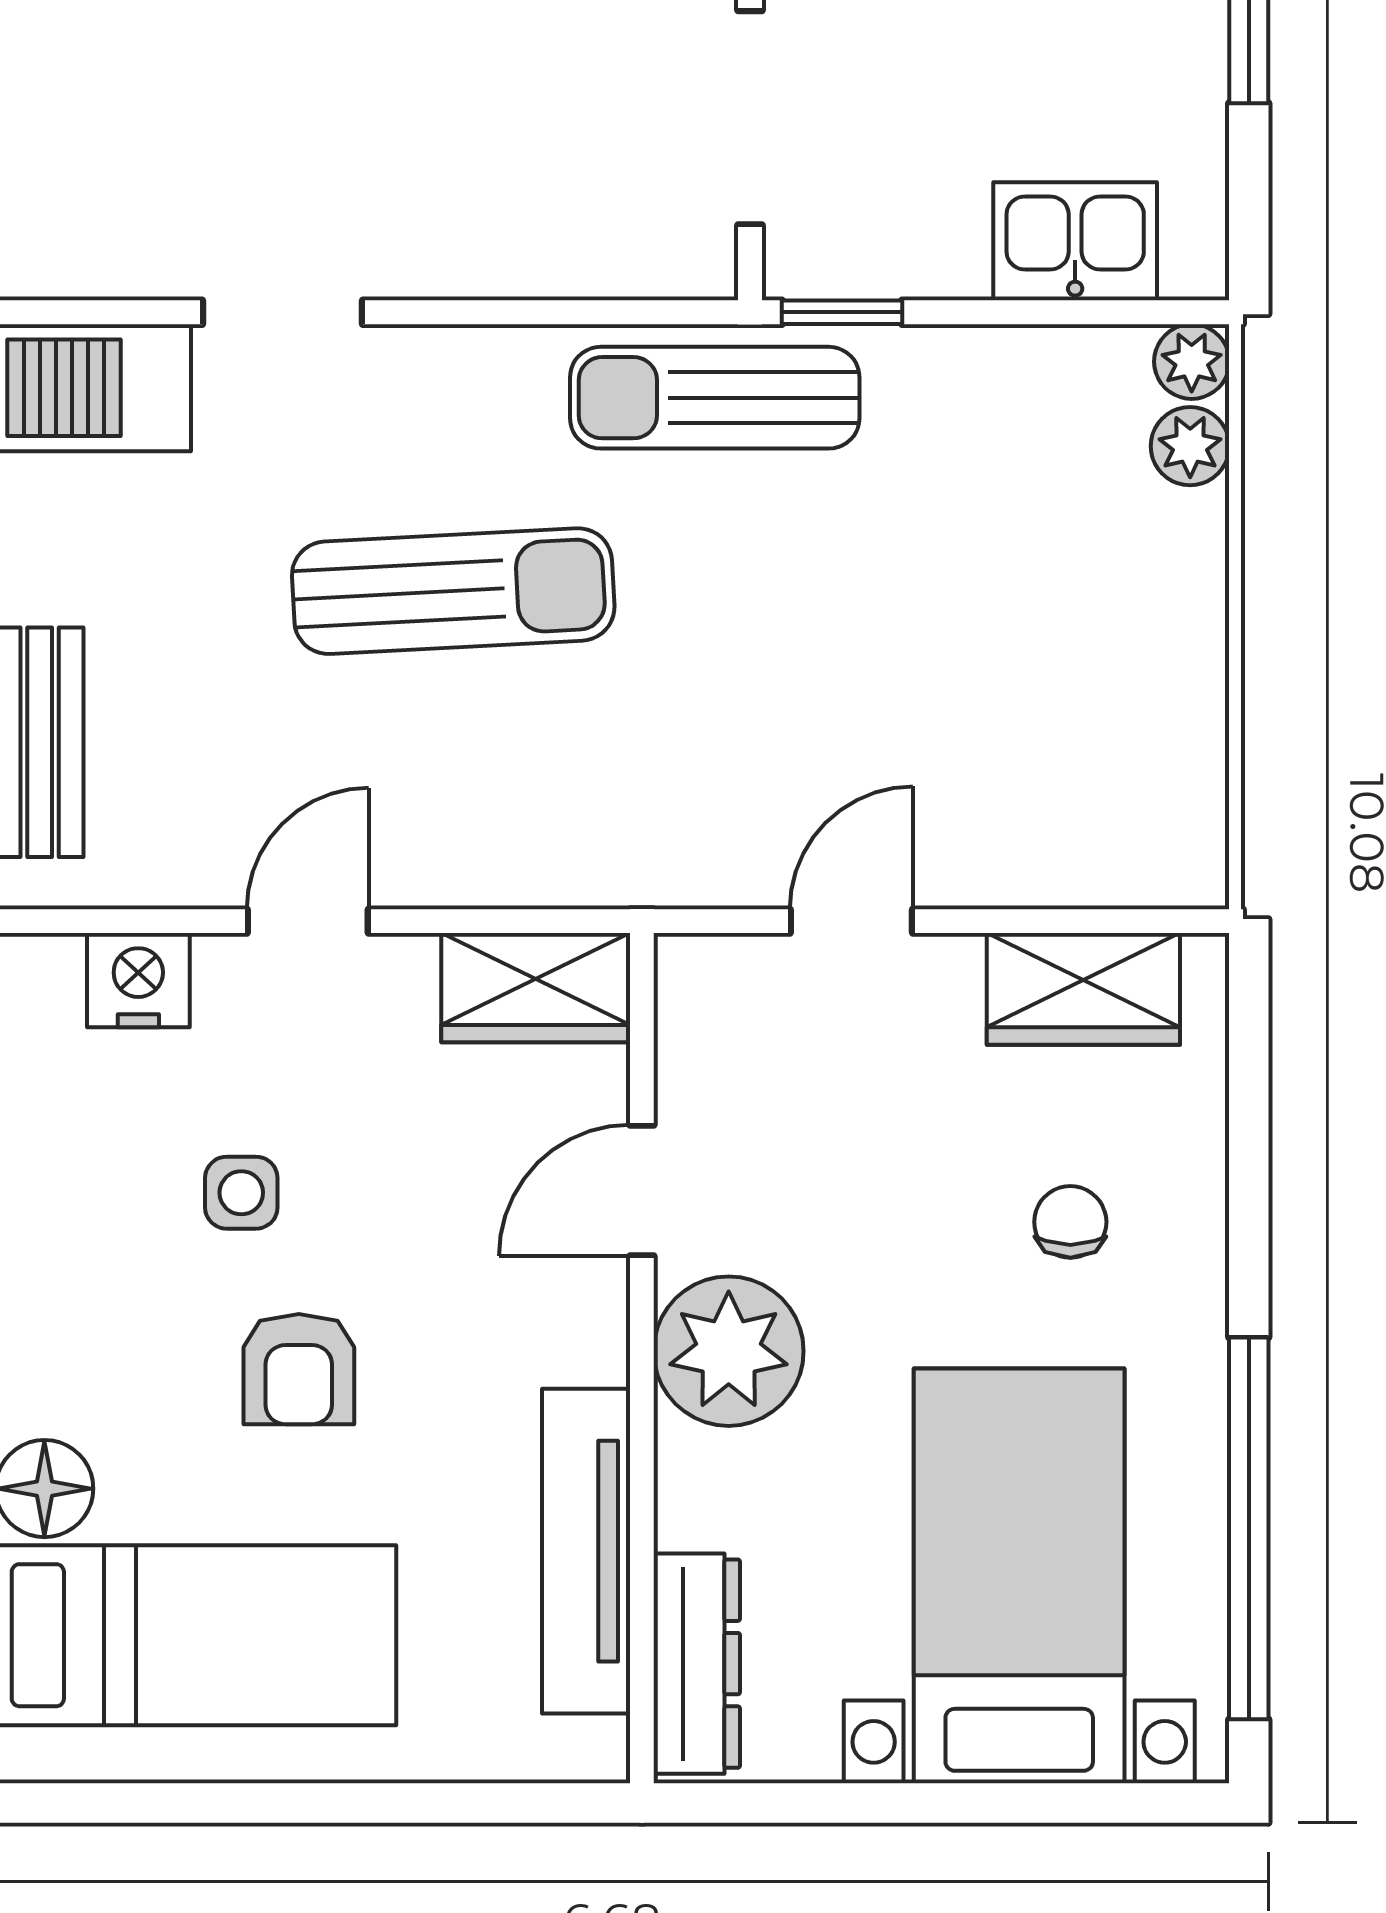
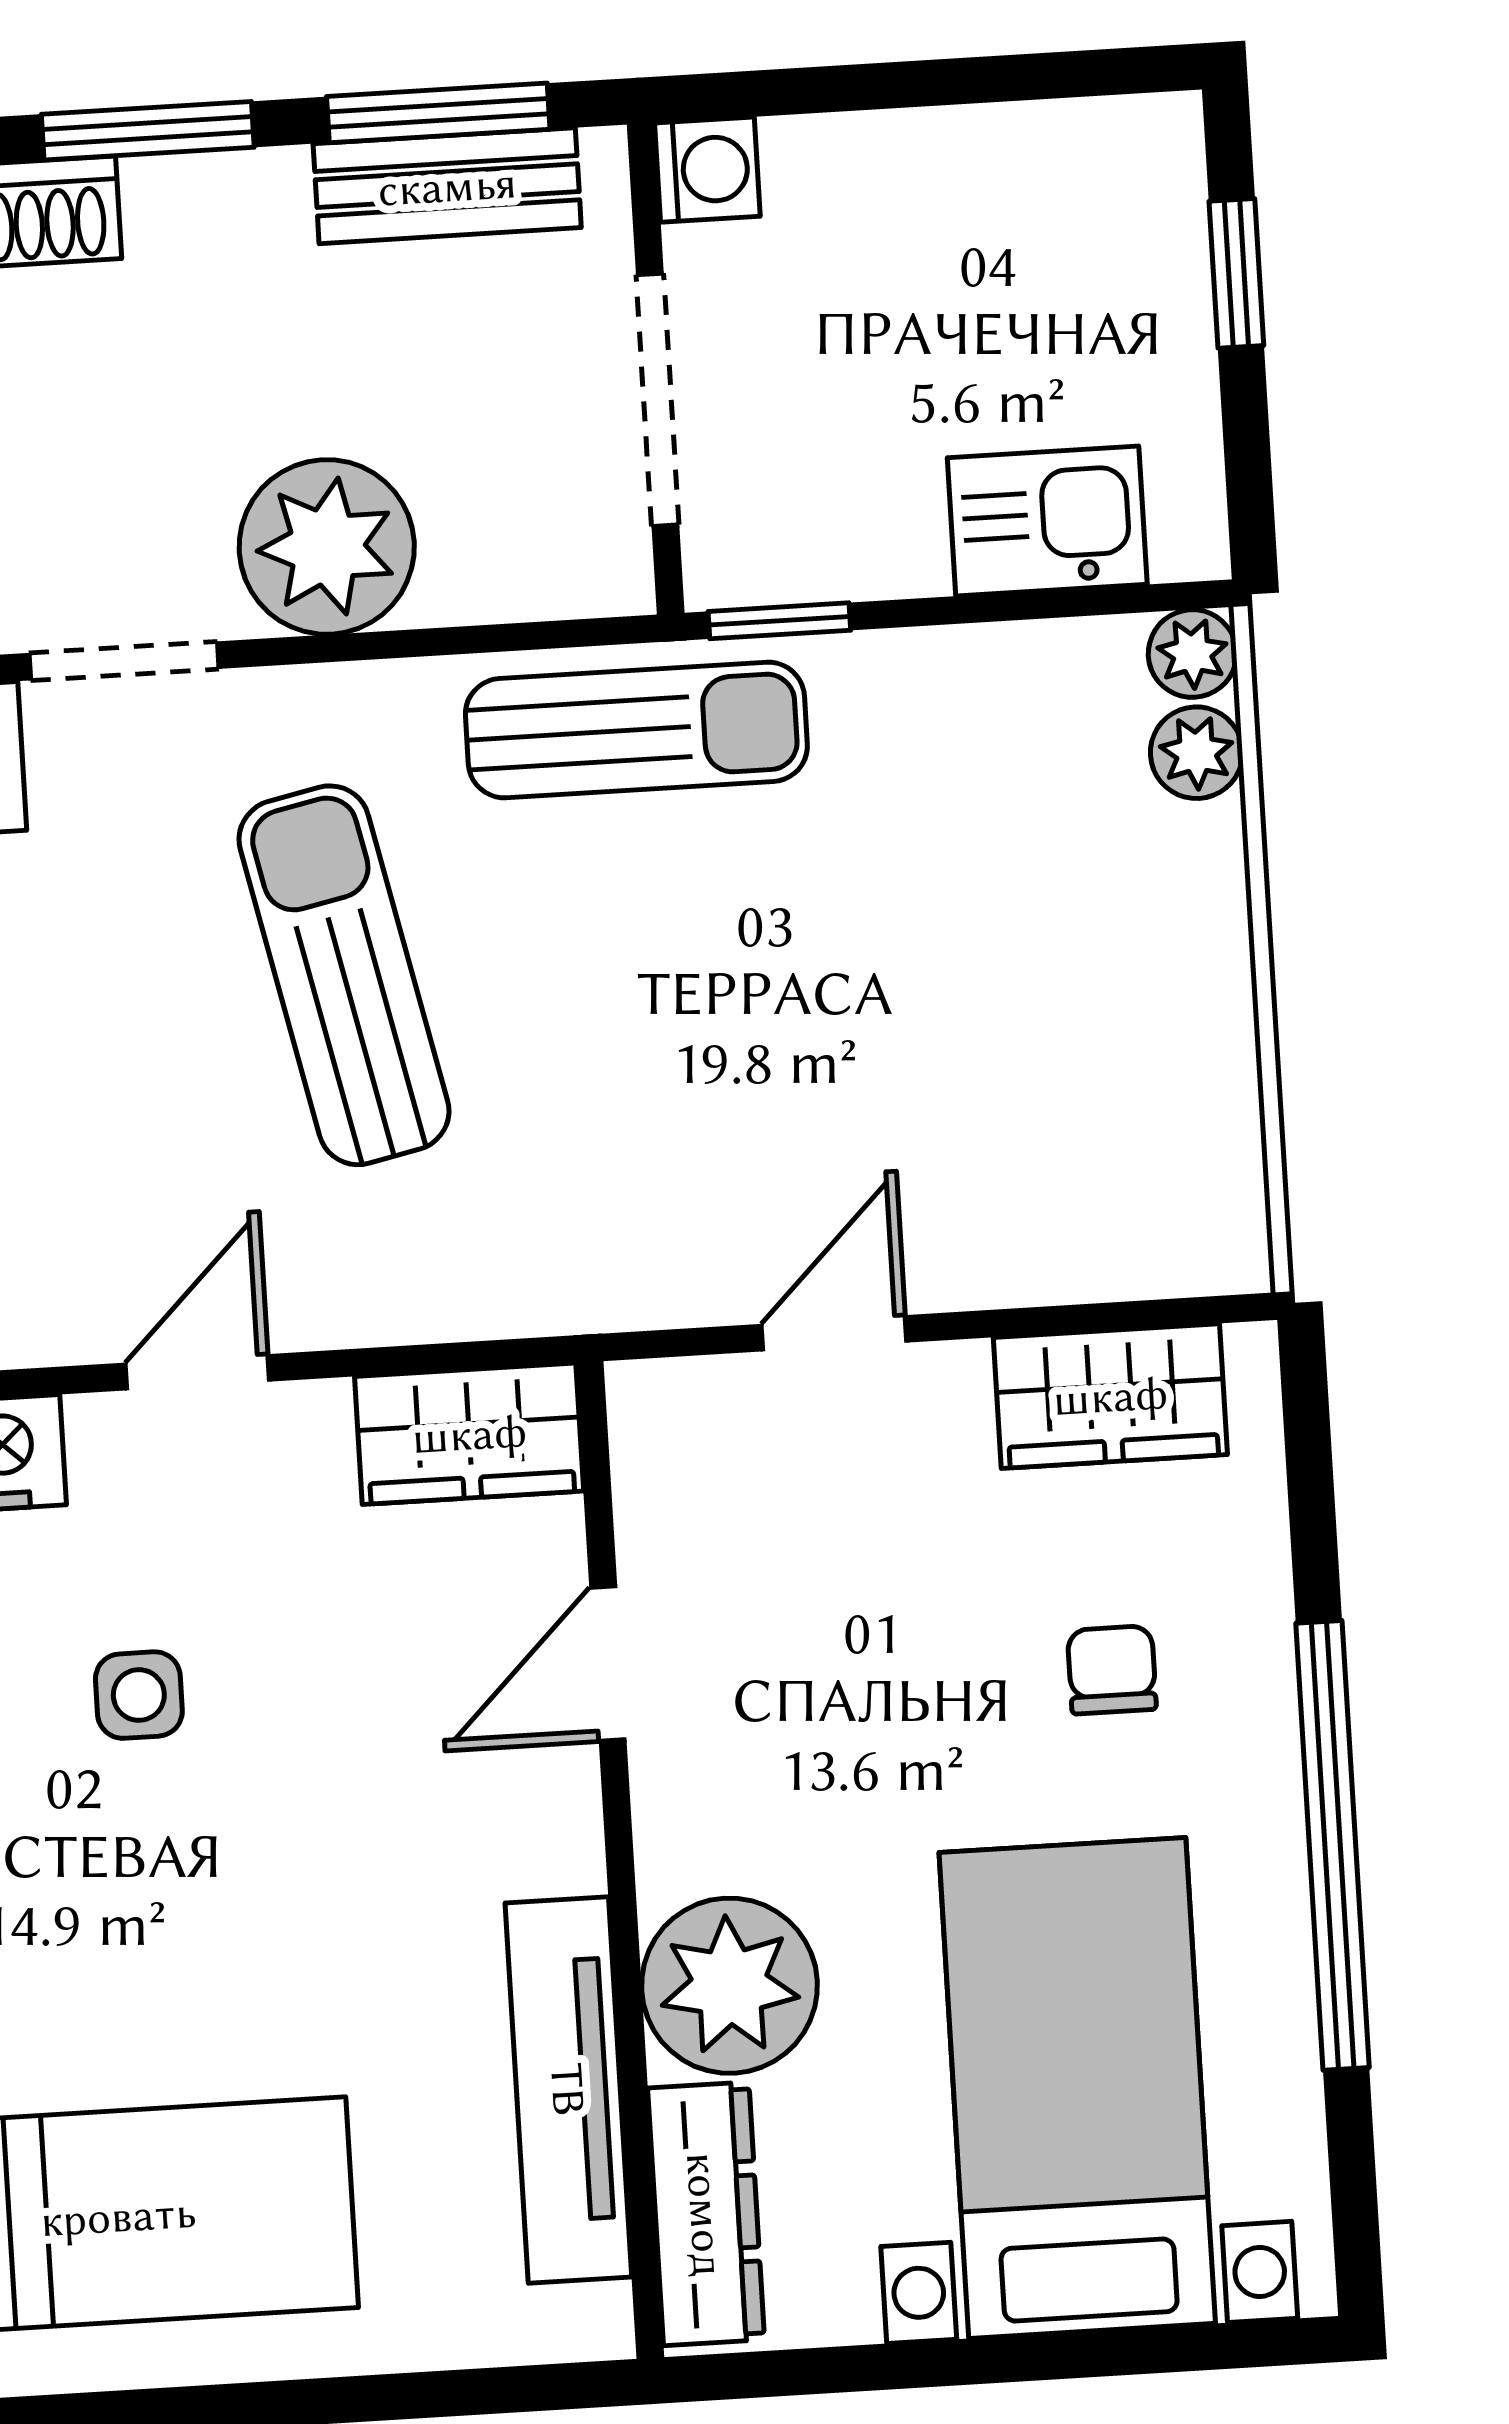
plant: (461, 226) -> (327, 547), added
sun lounger: (715, 398) -> (636, 730), turned 180
sun lounger: (453, 591) -> (344, 975), turned -99
plant: (729, 1351) -> (729, 1986), moved
armchair: (299, 1369) -> (219, 1897), removed
window: (1249, 1528) -> (1332, 1845), moved

